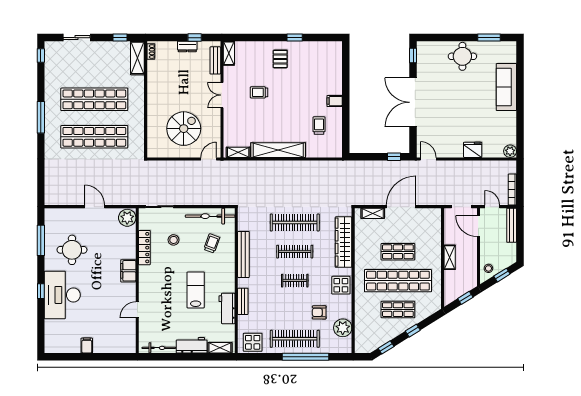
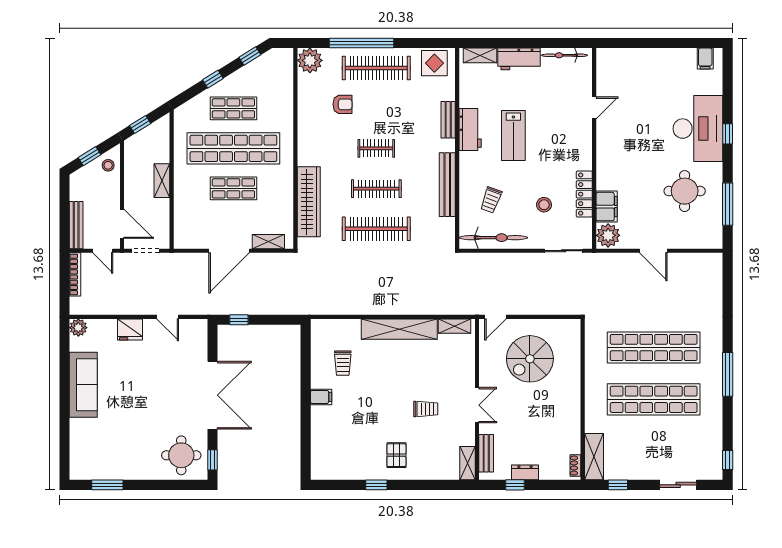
round table: (462, 56) -> (181, 455), moved
sofa: (506, 87) -> (83, 385), moved
door: (428, 159) -> (168, 317), moved
filing cabinet: (128, 271) -> (607, 207), moved
display table: (341, 285) -> (312, 142), removed
workbench: (227, 308) -> (470, 130), moved
plant: (343, 328) -> (310, 60), moved
filing cabinet: (87, 346) -> (705, 58), moved

